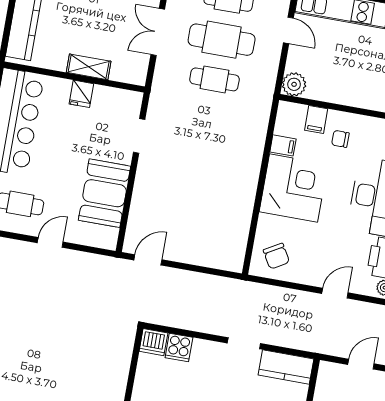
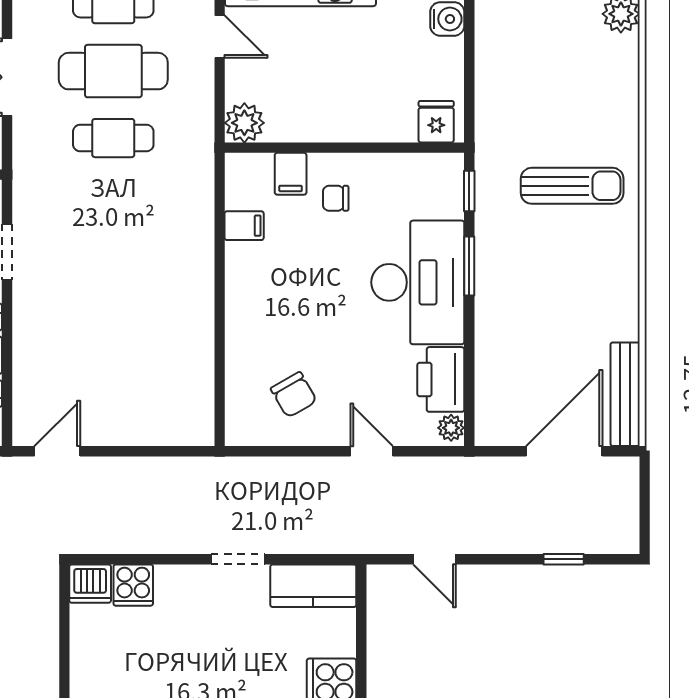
corner desk: (293, 188) -> (274, 292), removed
chair: (276, 256) -> (294, 395), moved
door: (335, 293) -> (372, 451), hinge flipped
door: (361, 364) -> (435, 559), swing flipped

